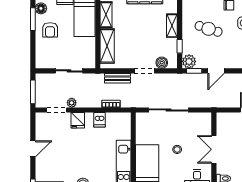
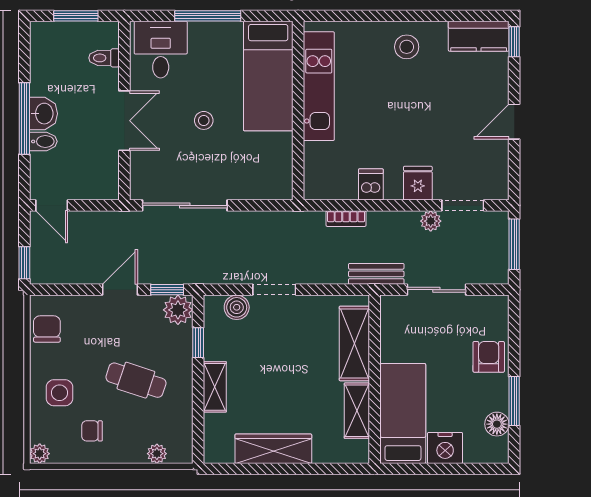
armchair: (50, 30) -> (489, 357), moved
bench: (118, 78) -> (376, 274), moved
sliding door: (168, 110) -> (185, 205), moved

